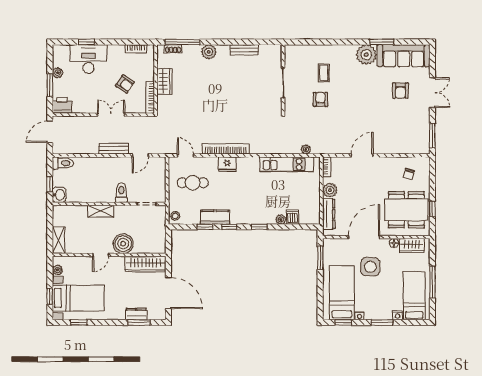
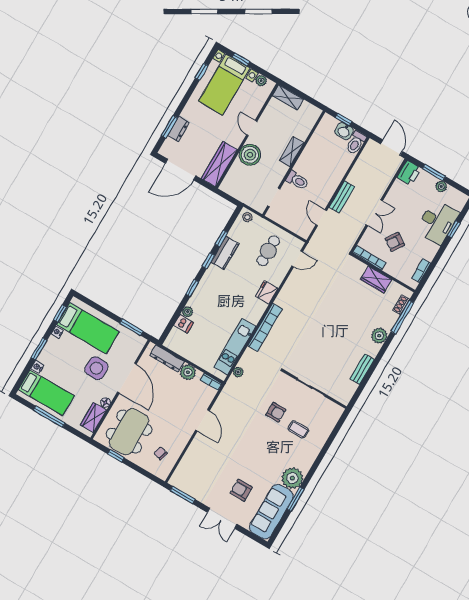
bookcase: (226, 149) -> (265, 327), moved
washbasin: (59, 195) -> (344, 131), moved

